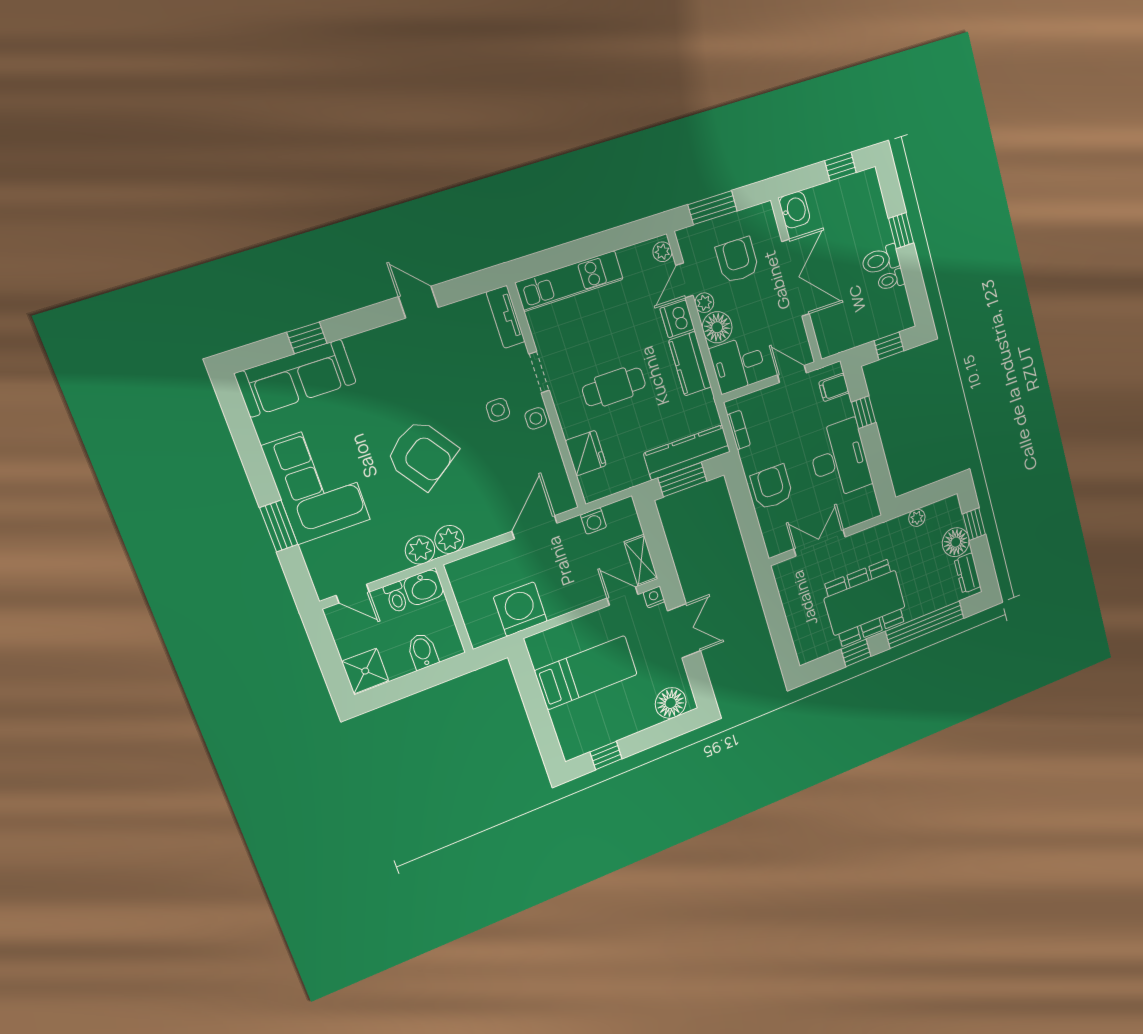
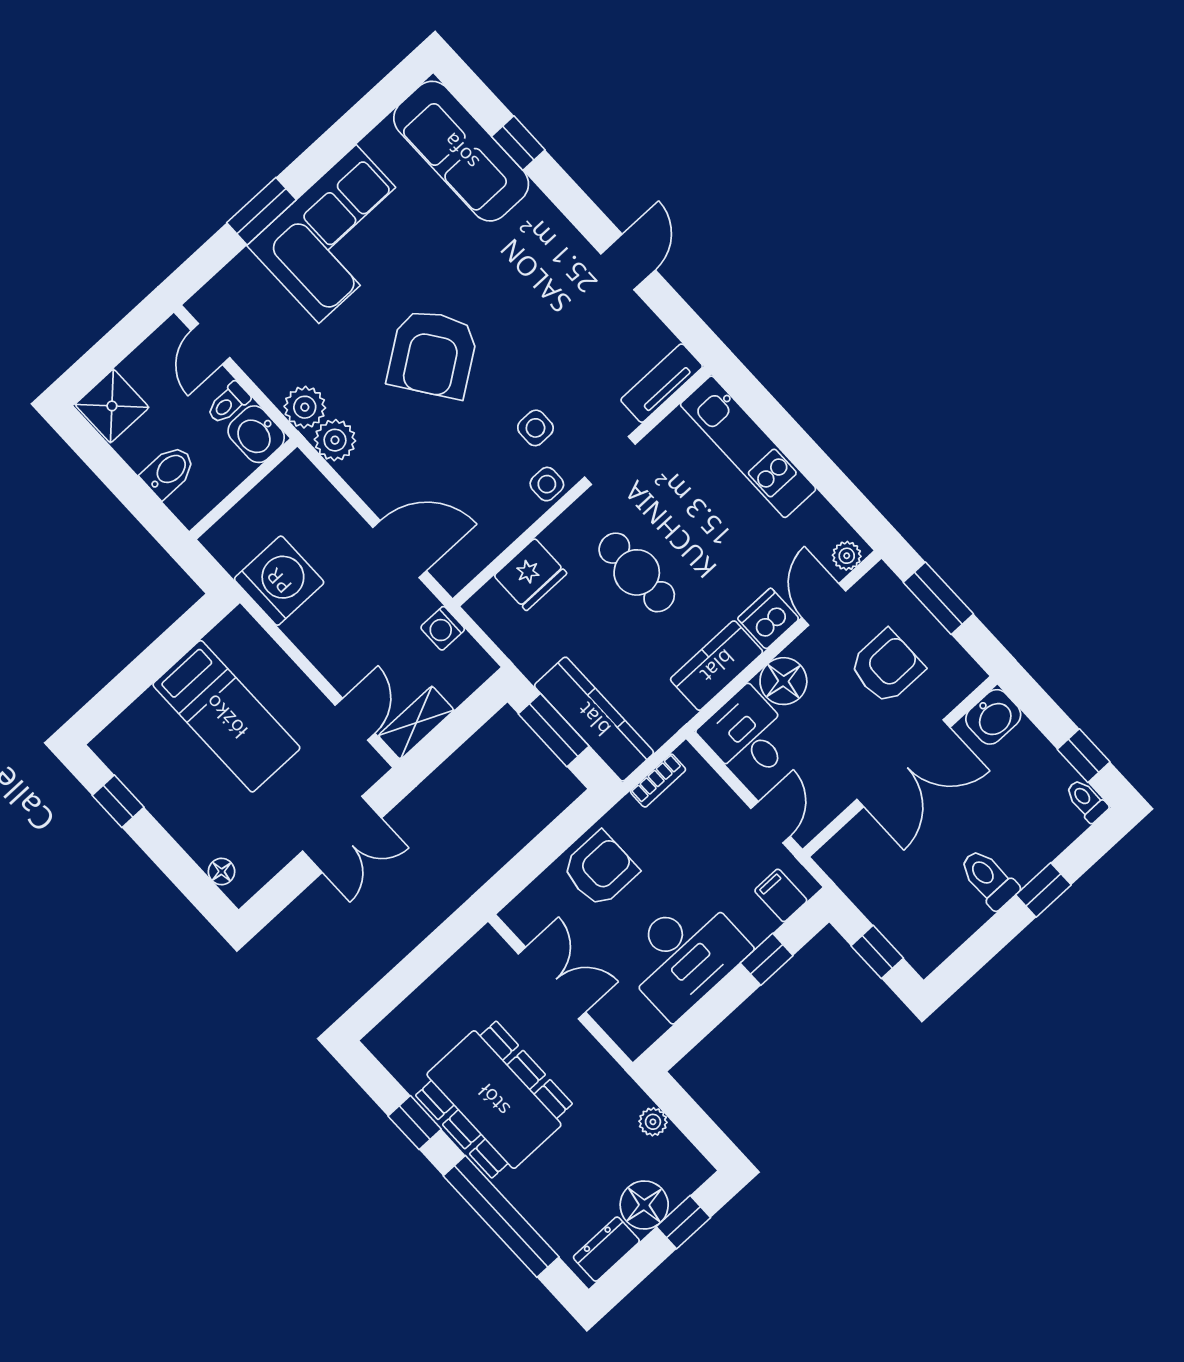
door: (684, 280) -> (824, 604), hinge flipped
toilet: (891, 280) -> (1086, 800), moved
plant: (704, 303) -> (808, 647), removed
nightstand: (654, 597) -> (372, 766), removed
floor lamp: (671, 703) -> (222, 872), width x0.53, depth x0.53

